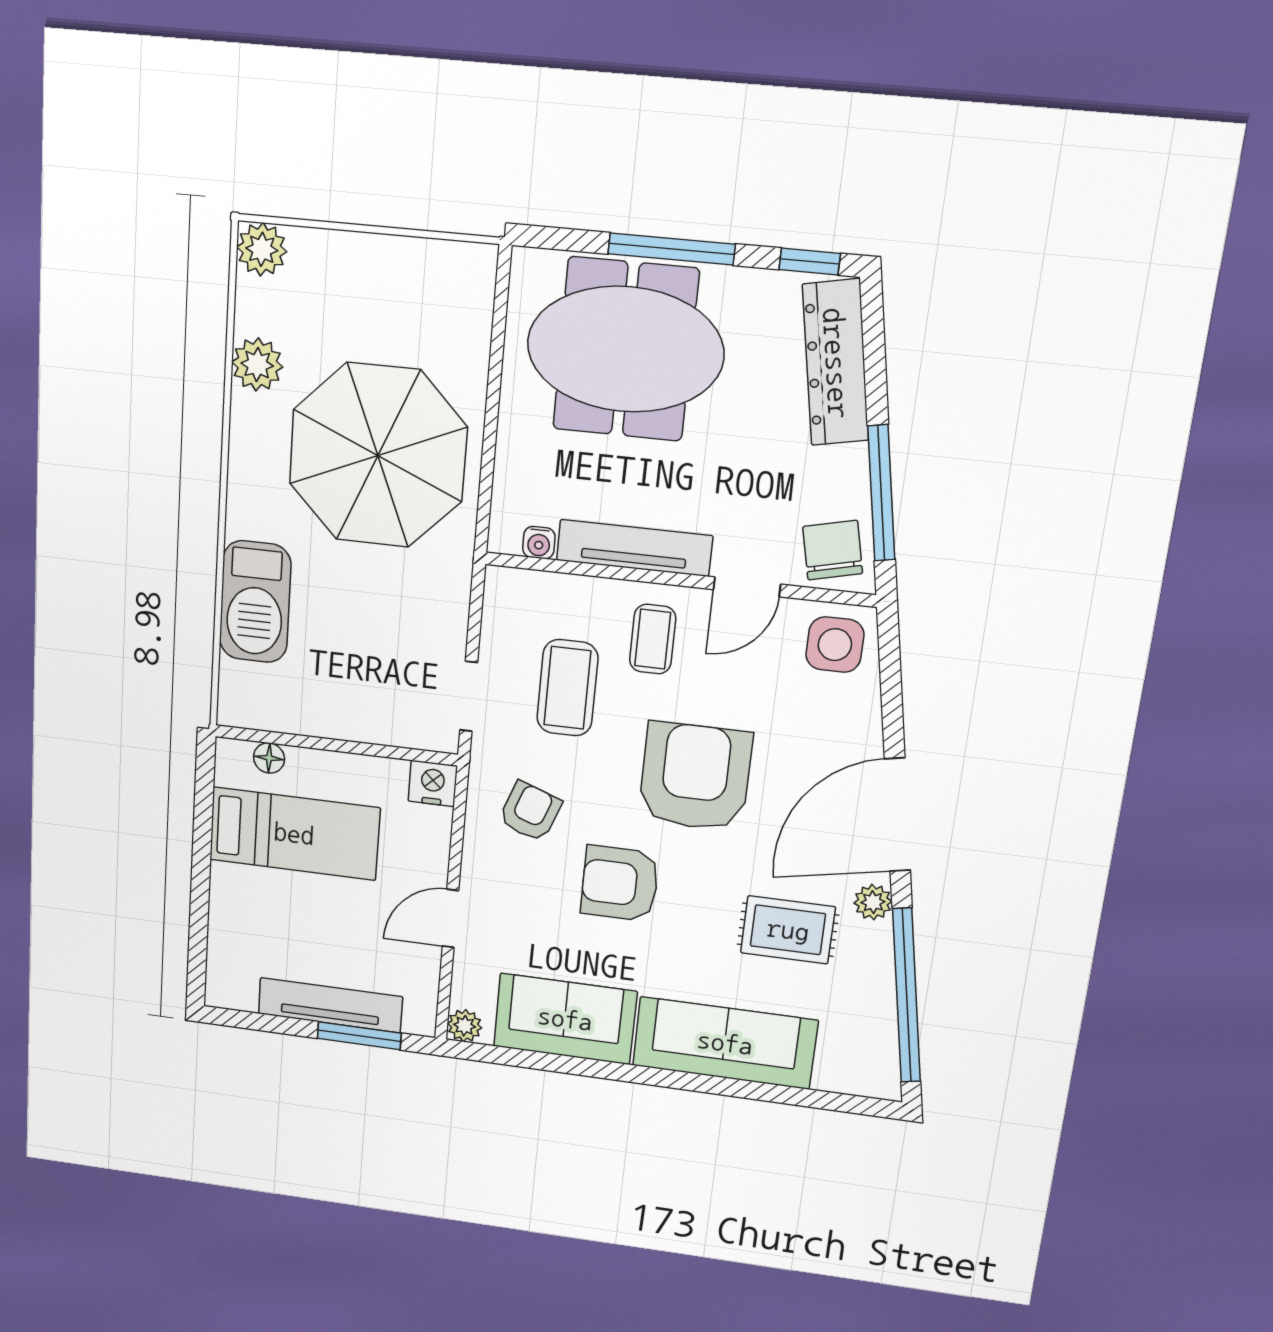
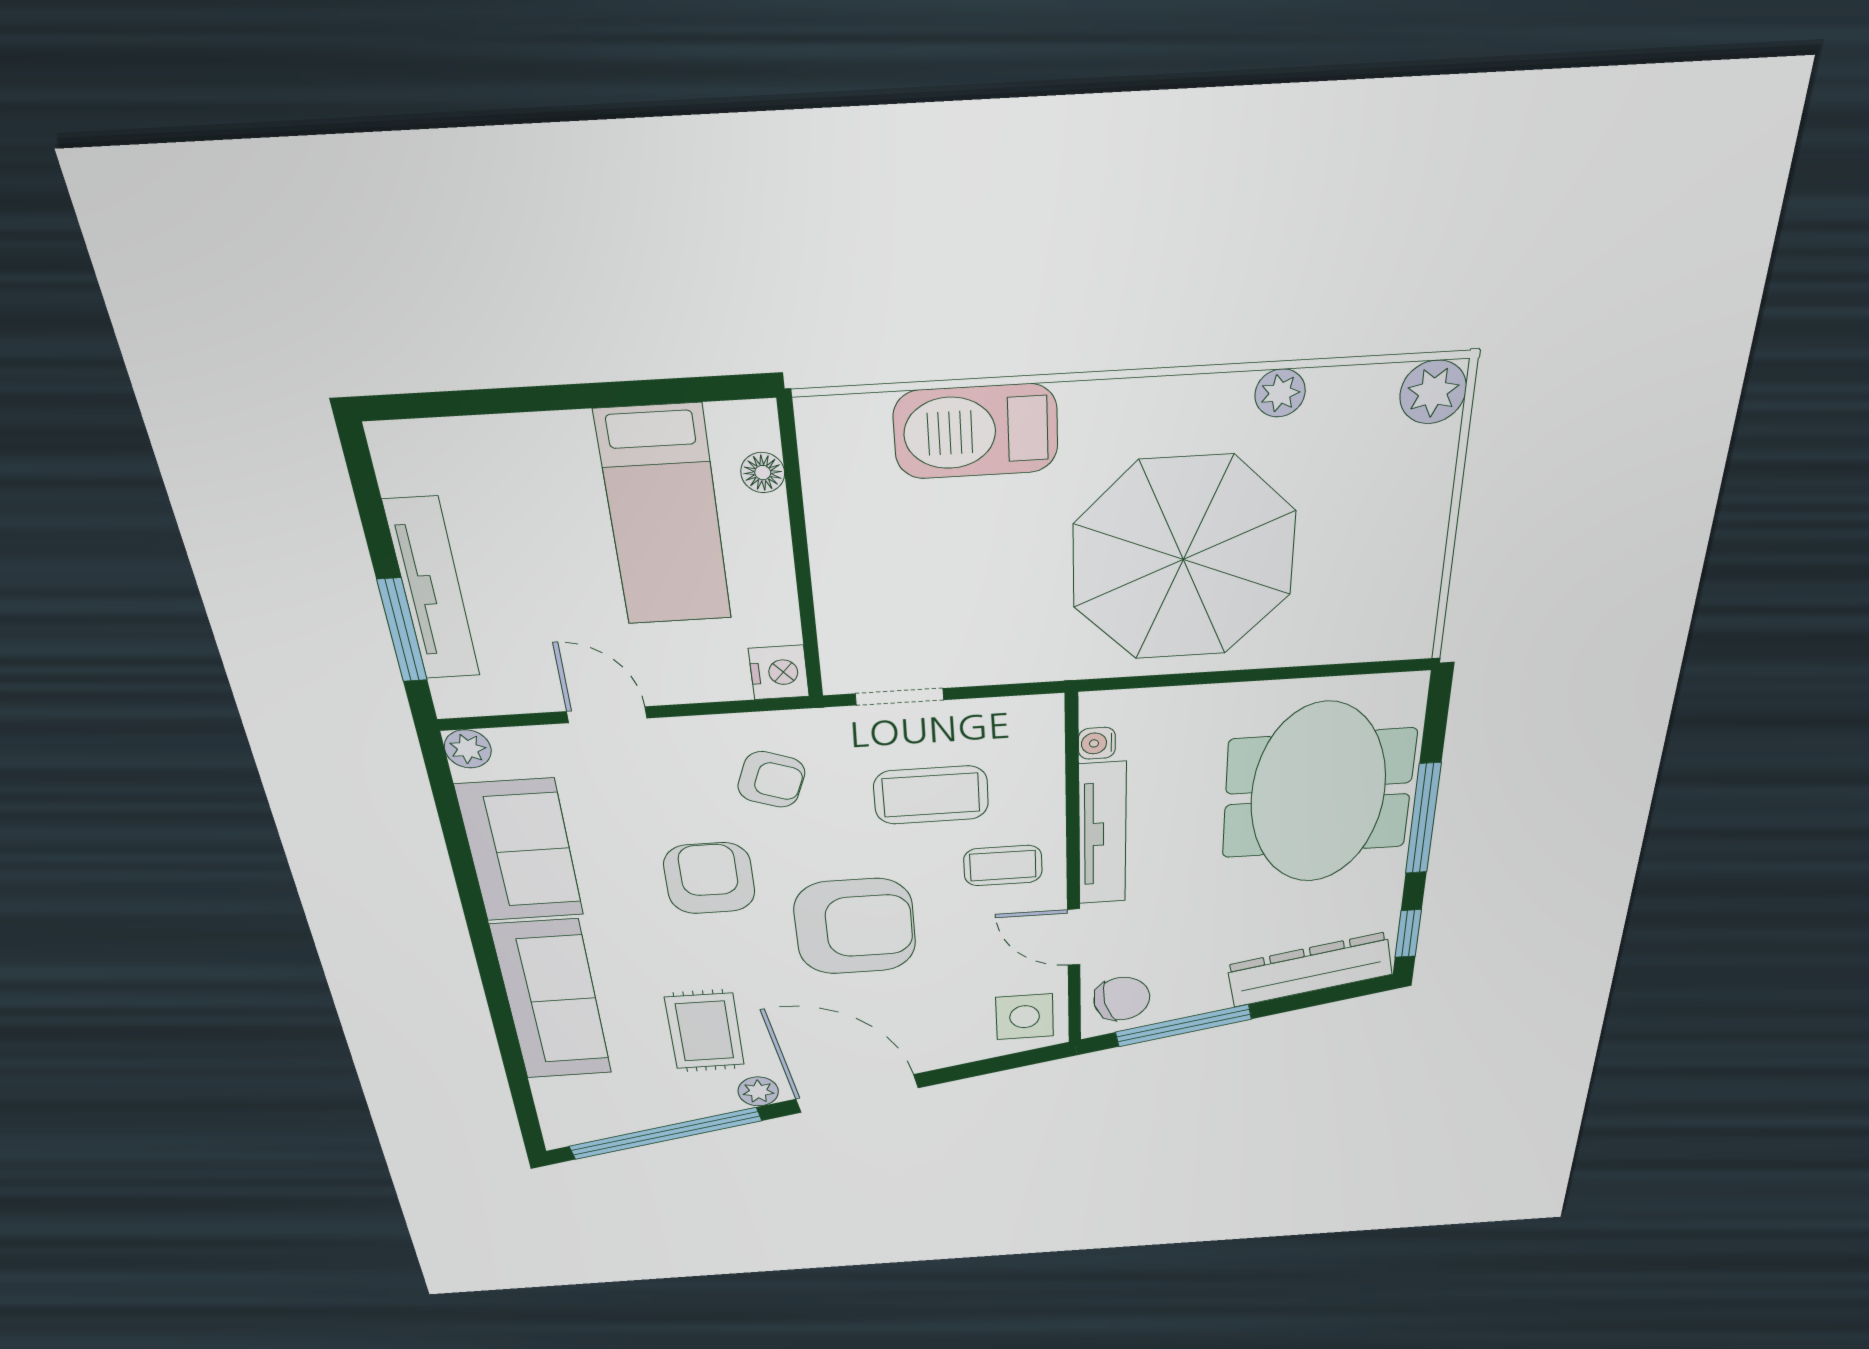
plant: (257, 364) -> (1280, 393), width x0.73, depth x0.73

